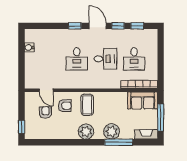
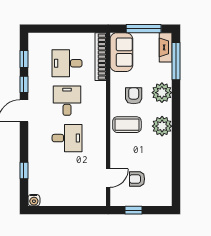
window: (75, 26) -> (24, 170), moved
water cooler: (29, 47) -> (34, 200), moved
desk: (134, 59) -> (67, 63), turned 180
armchair: (65, 106) -> (134, 96), moved
window: (22, 127) -> (134, 210), moved
window: (119, 142) -> (176, 61), moved

